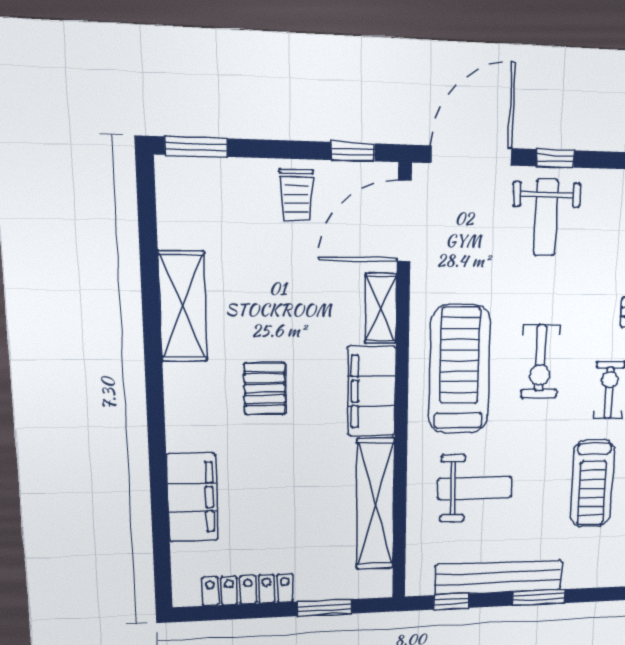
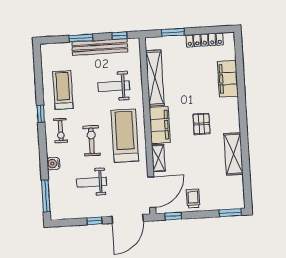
weight bench: (546, 218) -> (91, 182), moved, turned -90
treadmill: (460, 370) -> (125, 136), turned 180

